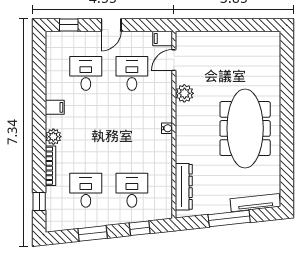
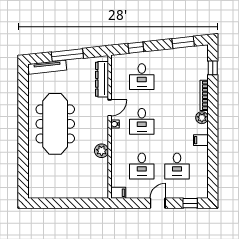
door: (174, 60) -> (110, 108), moved
desk: (86, 190) -> (142, 121), moved
window: (93, 233) -> (183, 42), moved

